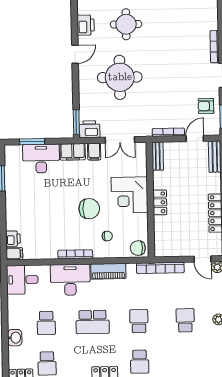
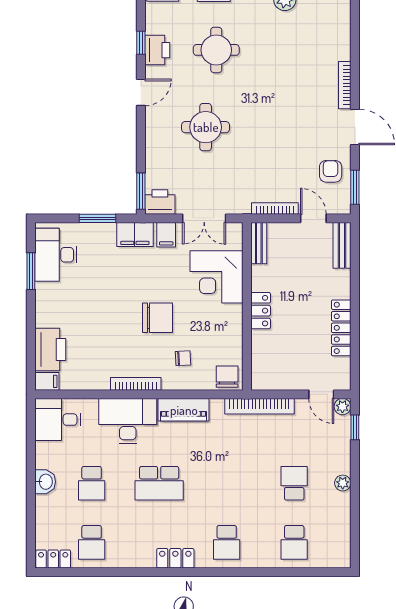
window: (74, 20) -> (141, 43), added
round table: (120, 77) -> (206, 127), width x0.73, depth x0.73
armchair: (206, 106) -> (331, 171), turned 90
door: (195, 138) -> (313, 218), hinge flipped
window: (32, 142) -> (98, 218), moved
desk: (41, 158) -> (56, 255), moved, turned -90
corner desk: (130, 195) -> (217, 277), moved
printer: (13, 239) -> (50, 350), width x1.87, depth x1.48
chair: (138, 248) -> (227, 377), turned 90
school desk: (139, 321) -> (294, 542), moved, turned 180
washbasin: (15, 338) -> (45, 482), moved

